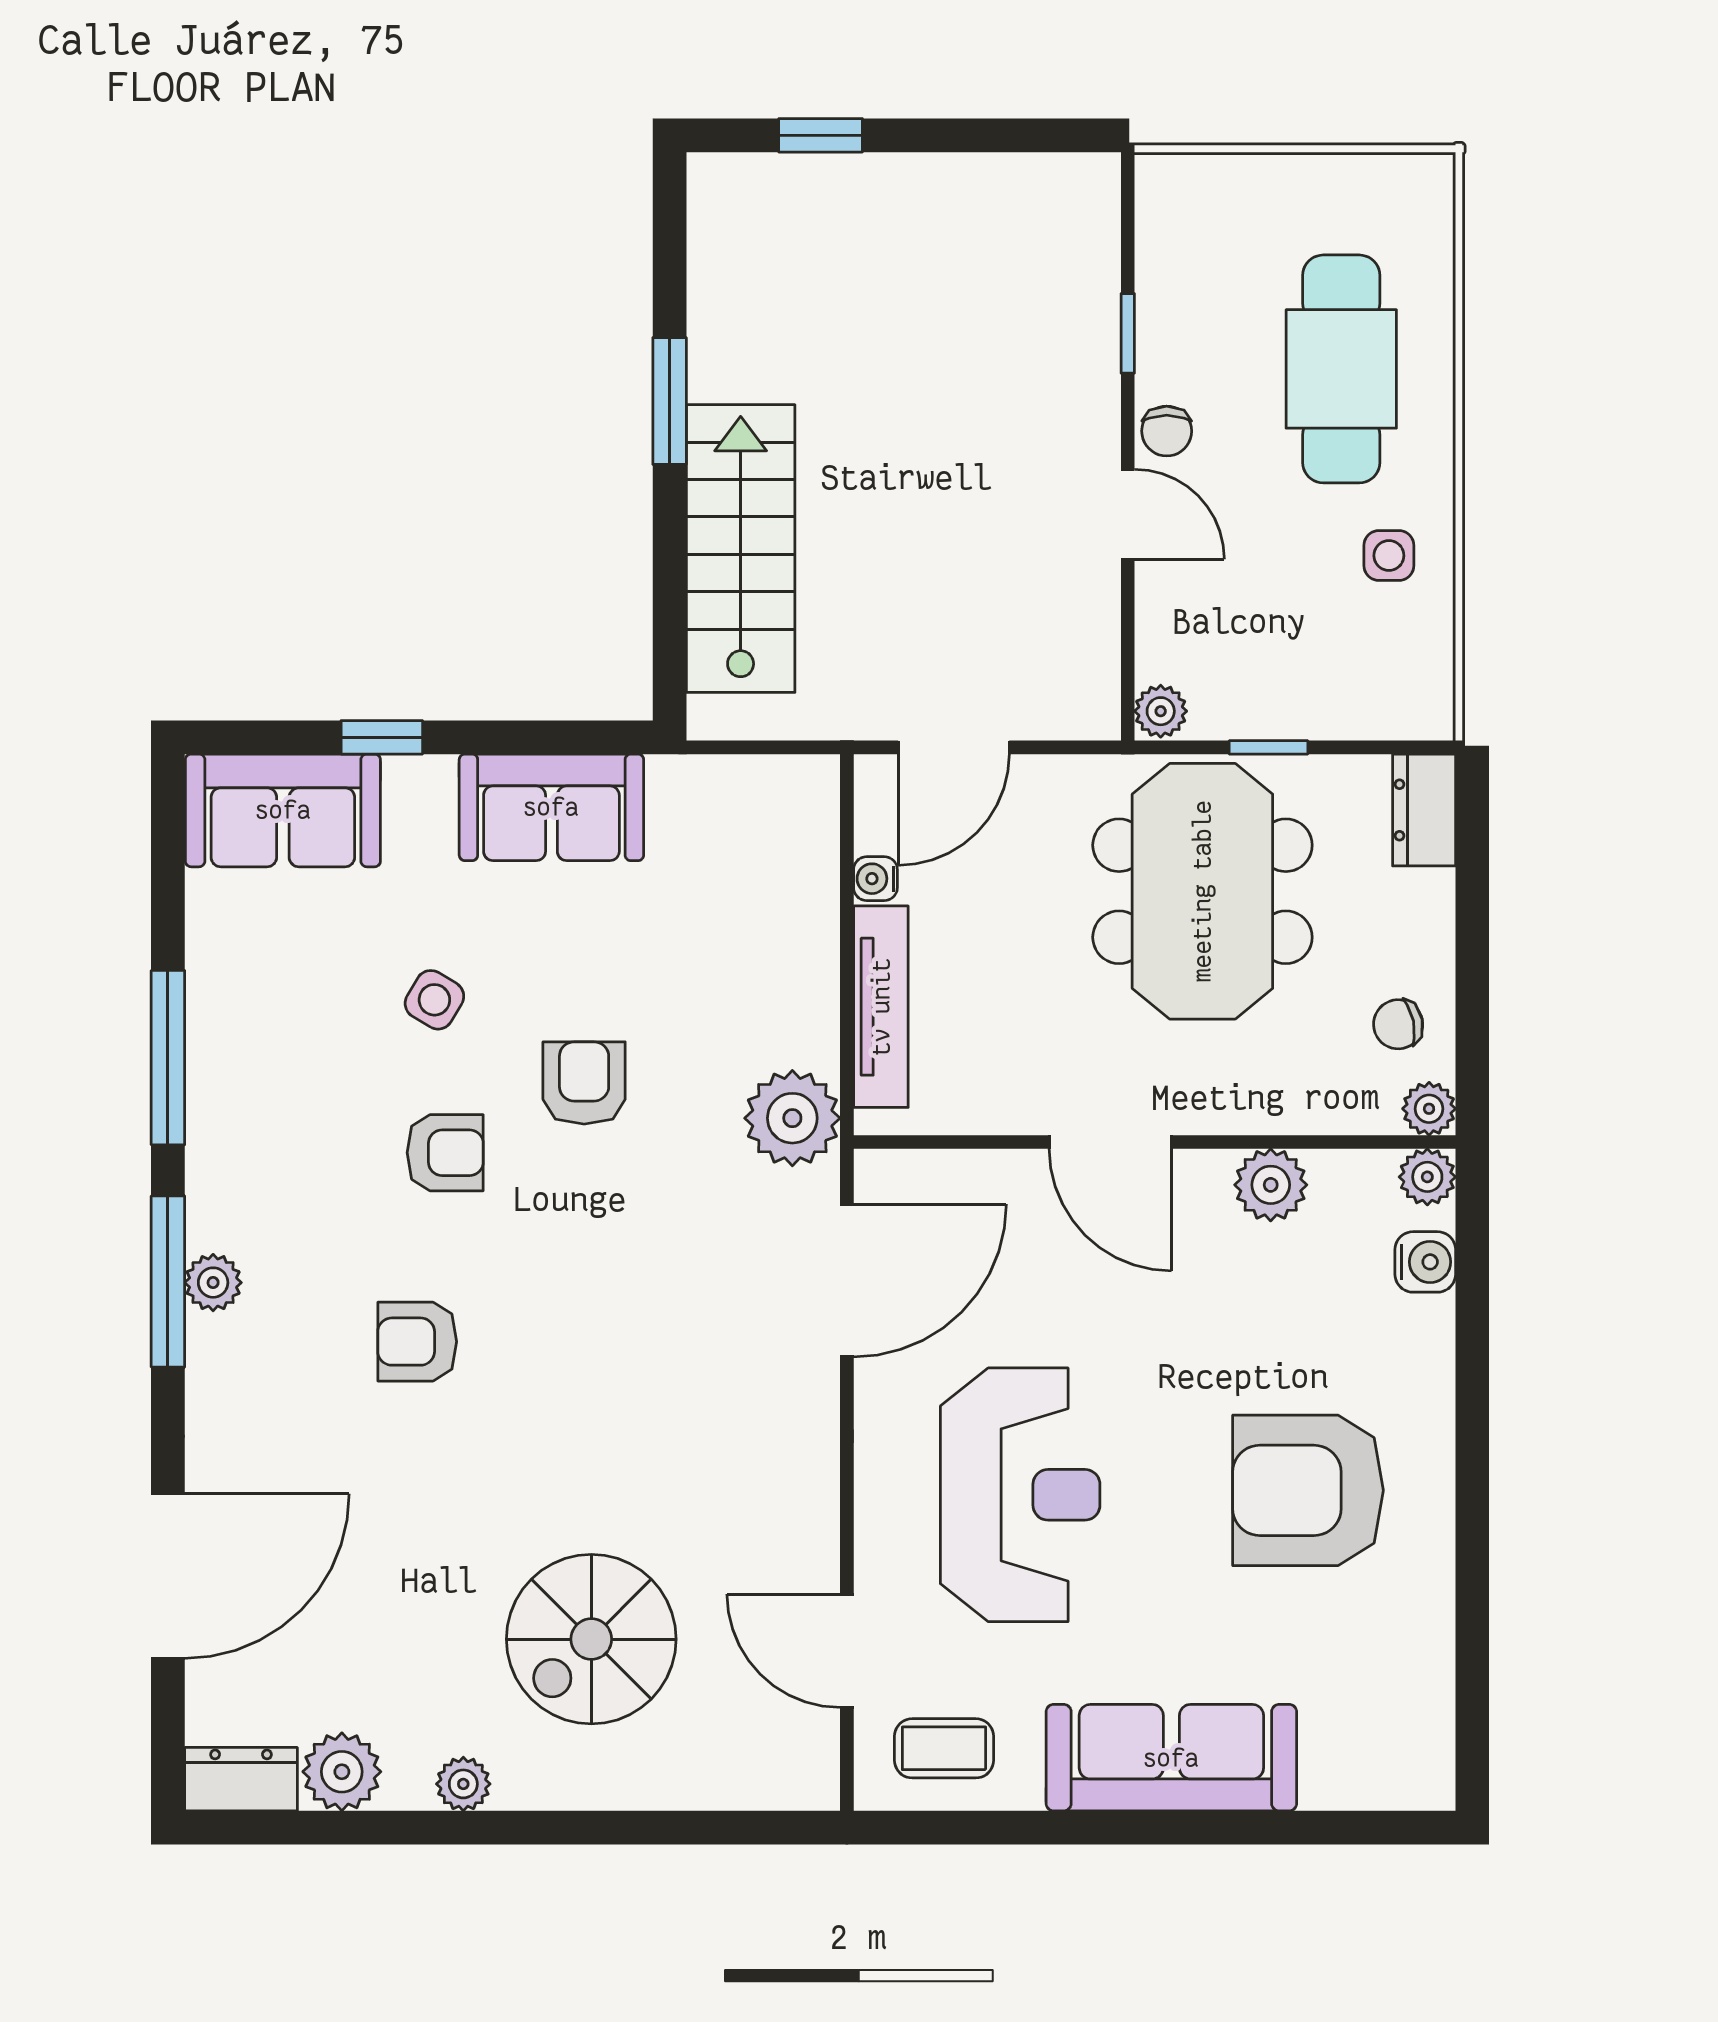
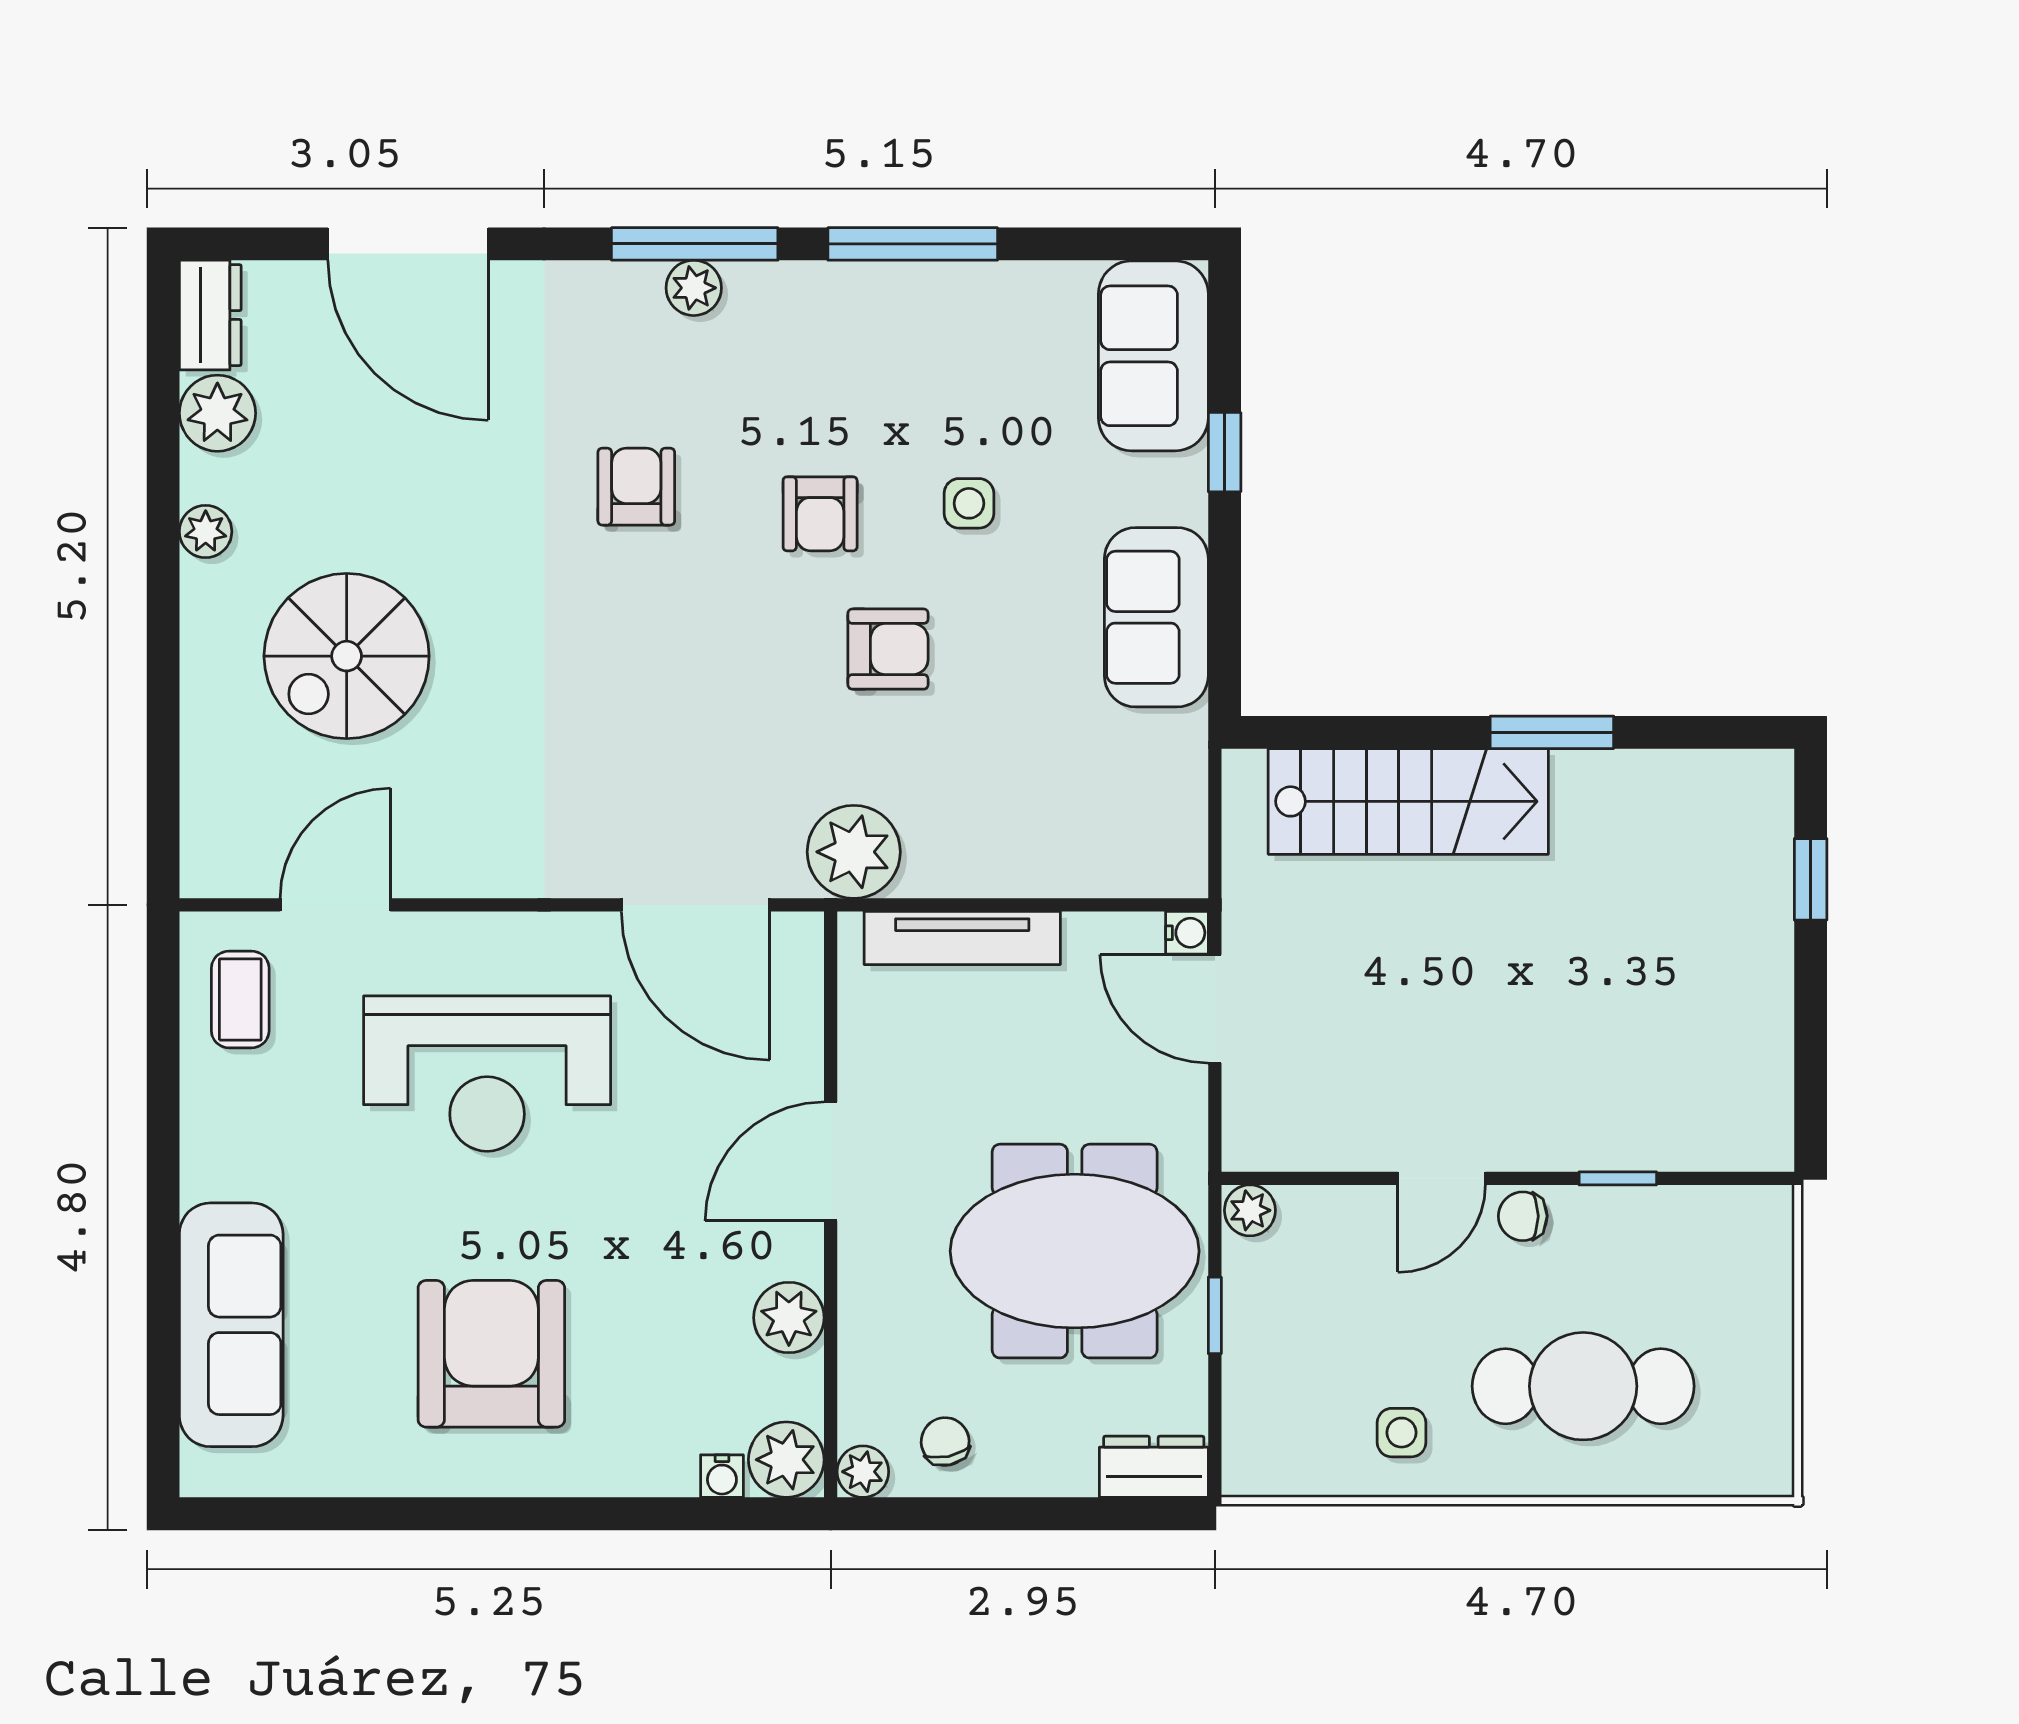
water cooler: (875, 879) -> (1187, 933), moved, turned 90
side table: (434, 1000) -> (969, 503), turned -31
plant: (1427, 1177) -> (786, 1460), width x1.38, depth x1.38
water cooler: (1425, 1262) -> (722, 1476), width x0.72, depth x0.72
spiral stairs: (591, 1639) -> (347, 656), turned -90
sofa: (1171, 1758) -> (231, 1325), moved

